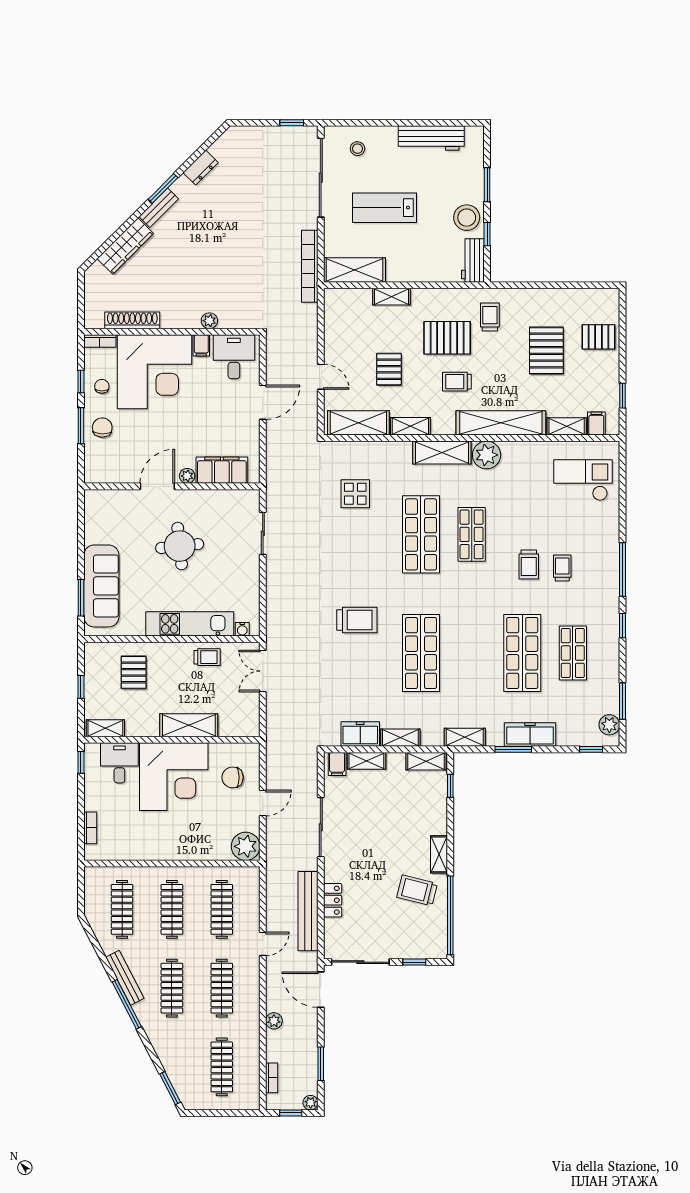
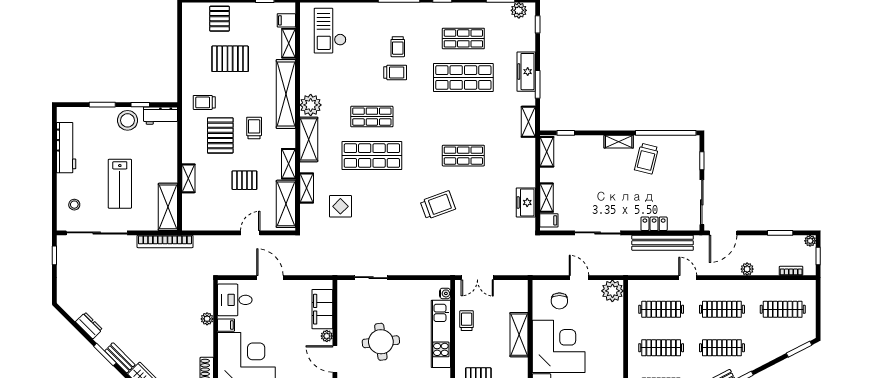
trolley: (457, 382) -> (254, 128), turned 180
trolley: (562, 568) -> (398, 47), turned -90
trolley: (357, 620) -> (438, 205), turned 70
shop shelf: (421, 653) -> (463, 156), width x0.70, depth x0.74
shelving: (400, 738) -> (307, 188), moved

